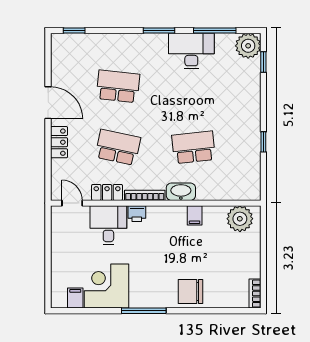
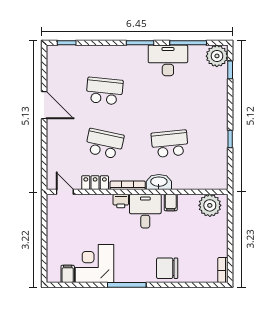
locker: (59, 142) -> (54, 139), removed
desk: (108, 225) -> (145, 211), moved

